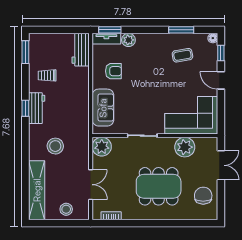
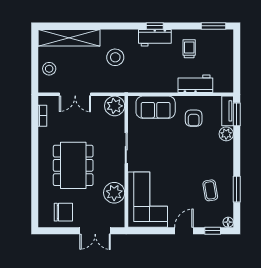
workbench: (81, 50) -> (195, 84), moved

